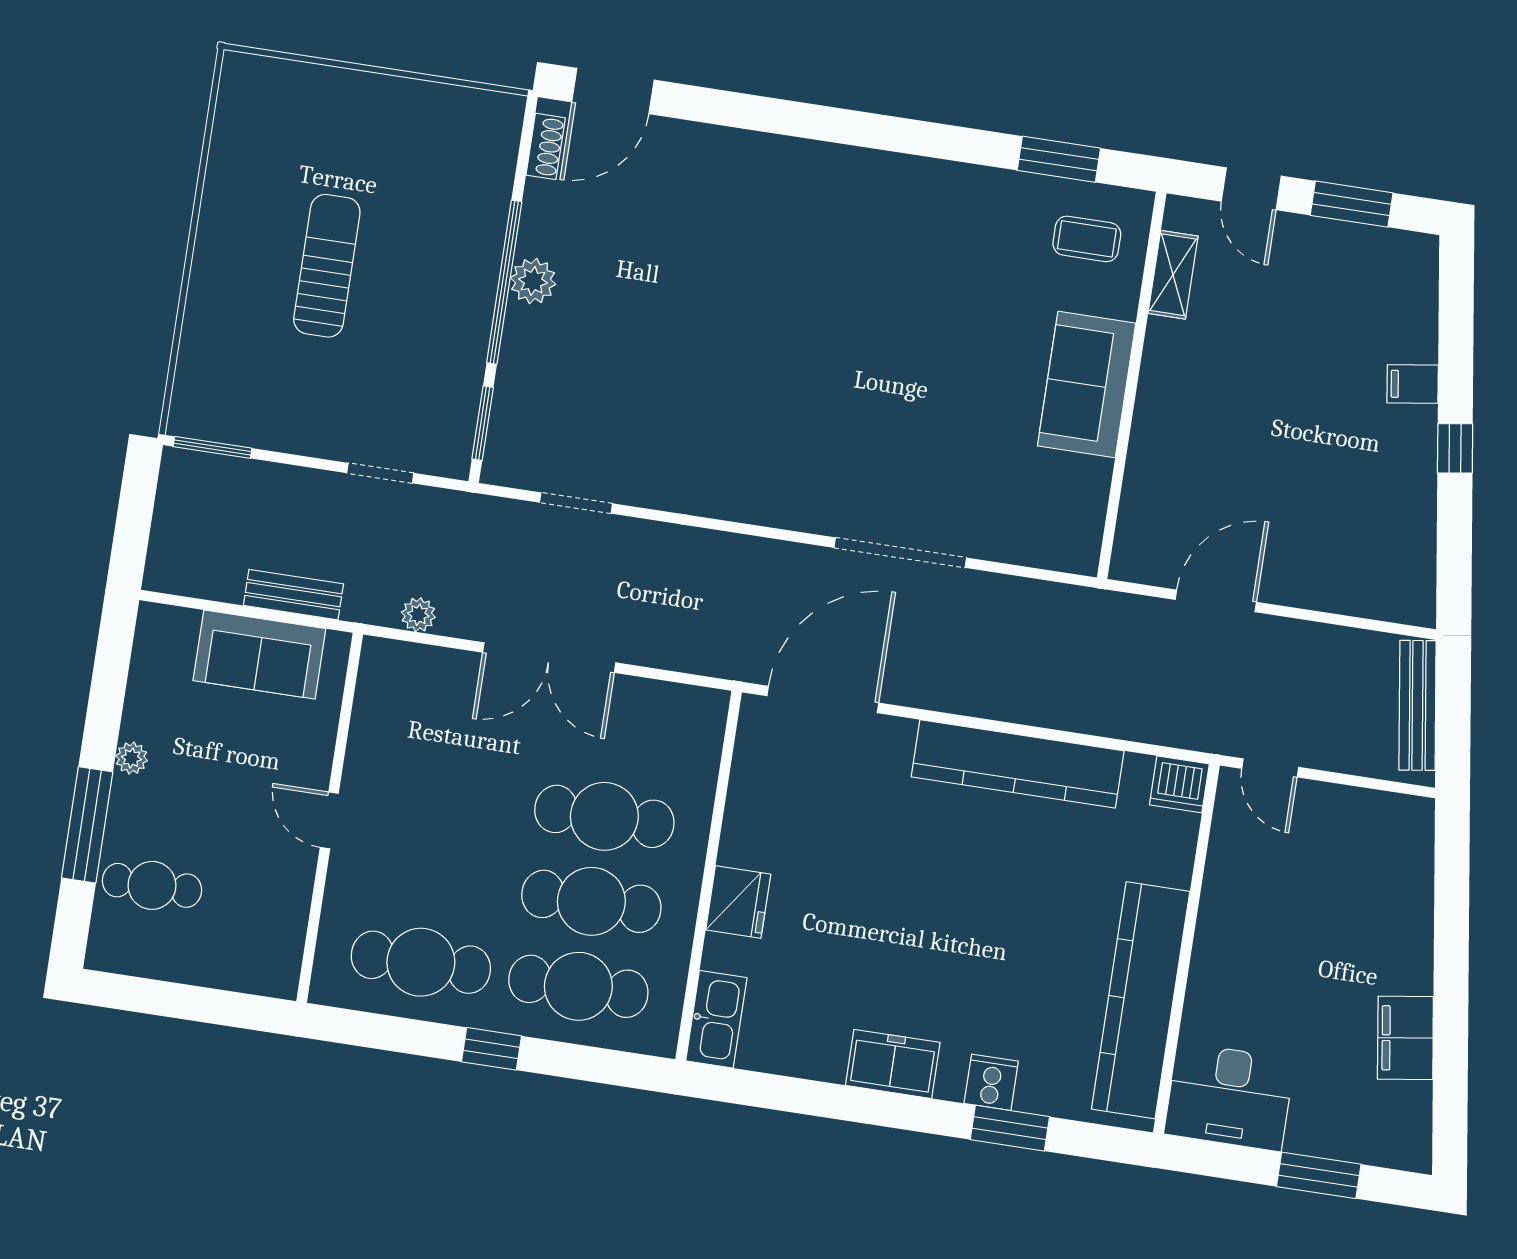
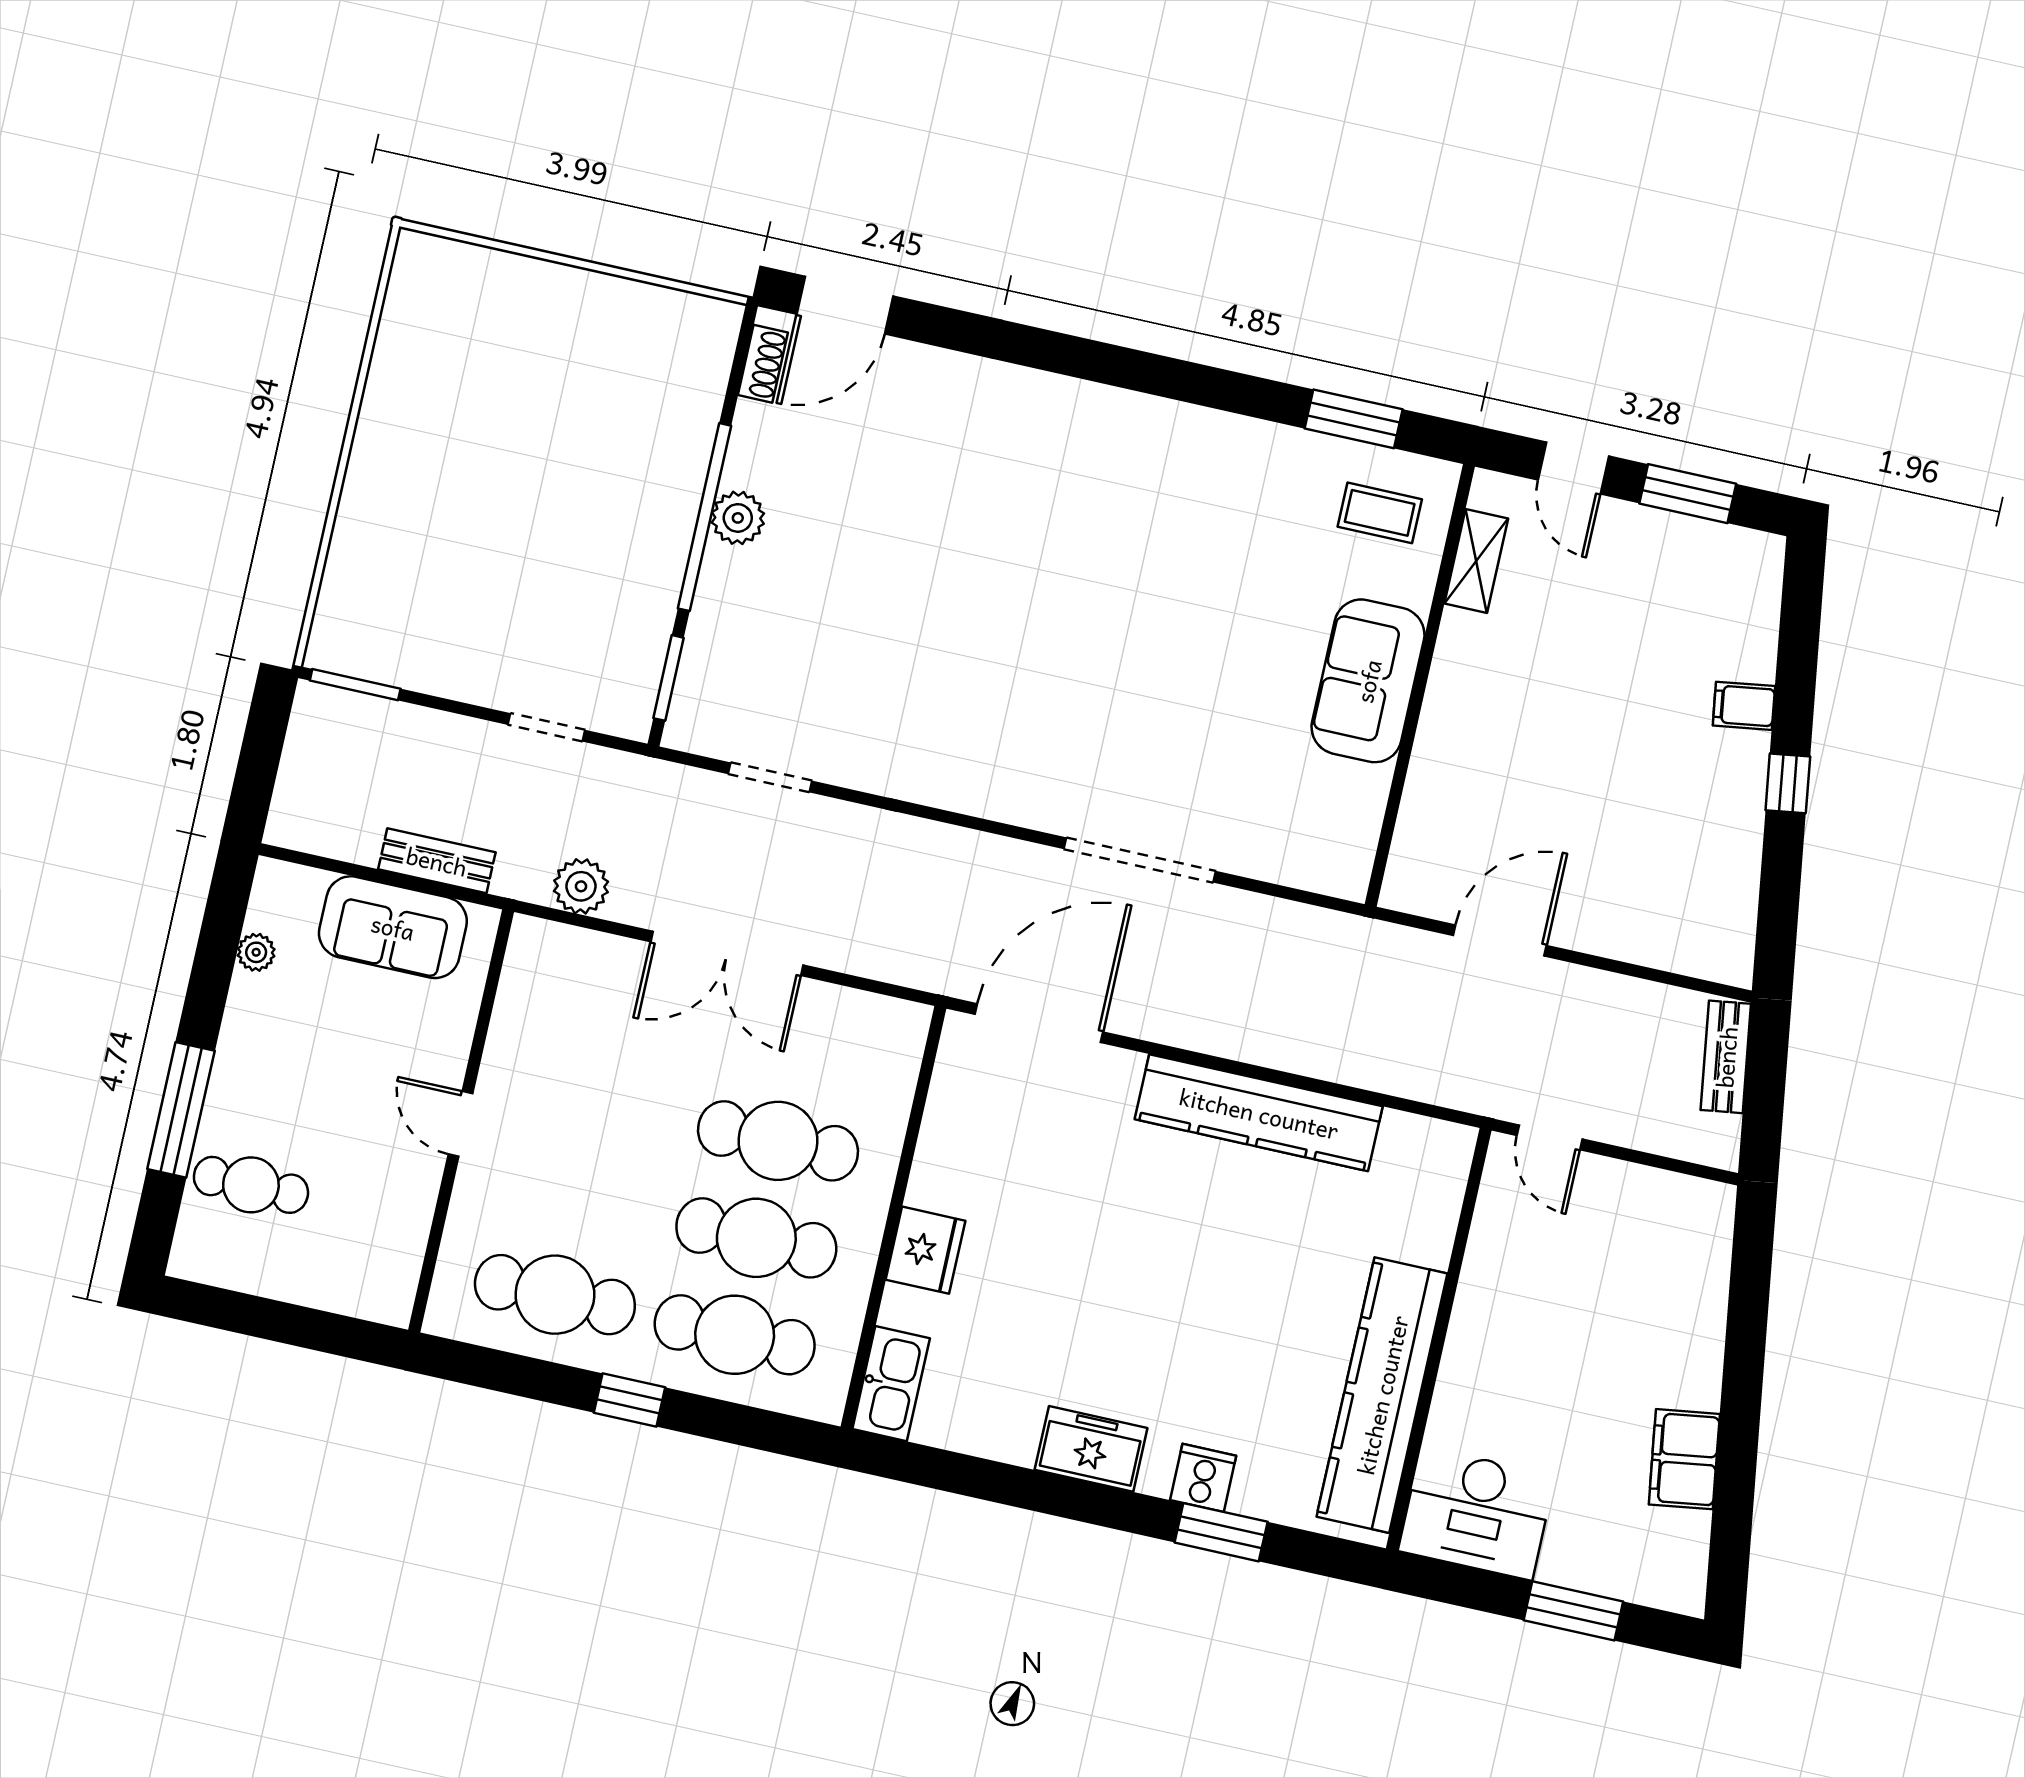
sun lounger: (327, 266) -> (501, 484), removed
plant: (418, 615) -> (581, 886), width x1.38, depth x1.38
bench: (1418, 705) -> (1726, 1057), width x0.73
plant: (131, 758) -> (256, 952), moved
dishwasher: (1179, 784) -> (1444, 1149), removed

